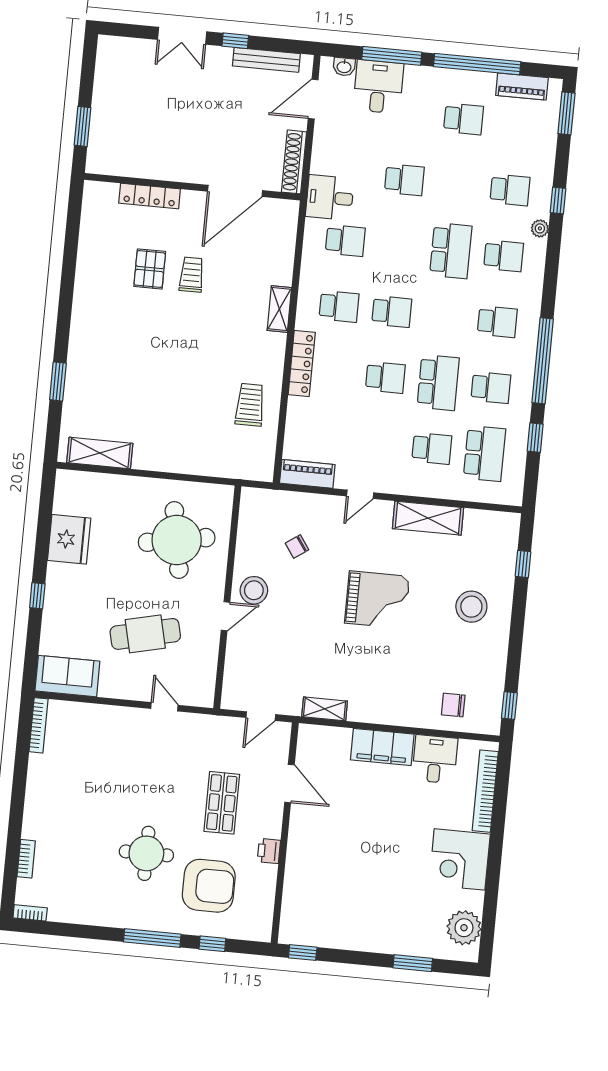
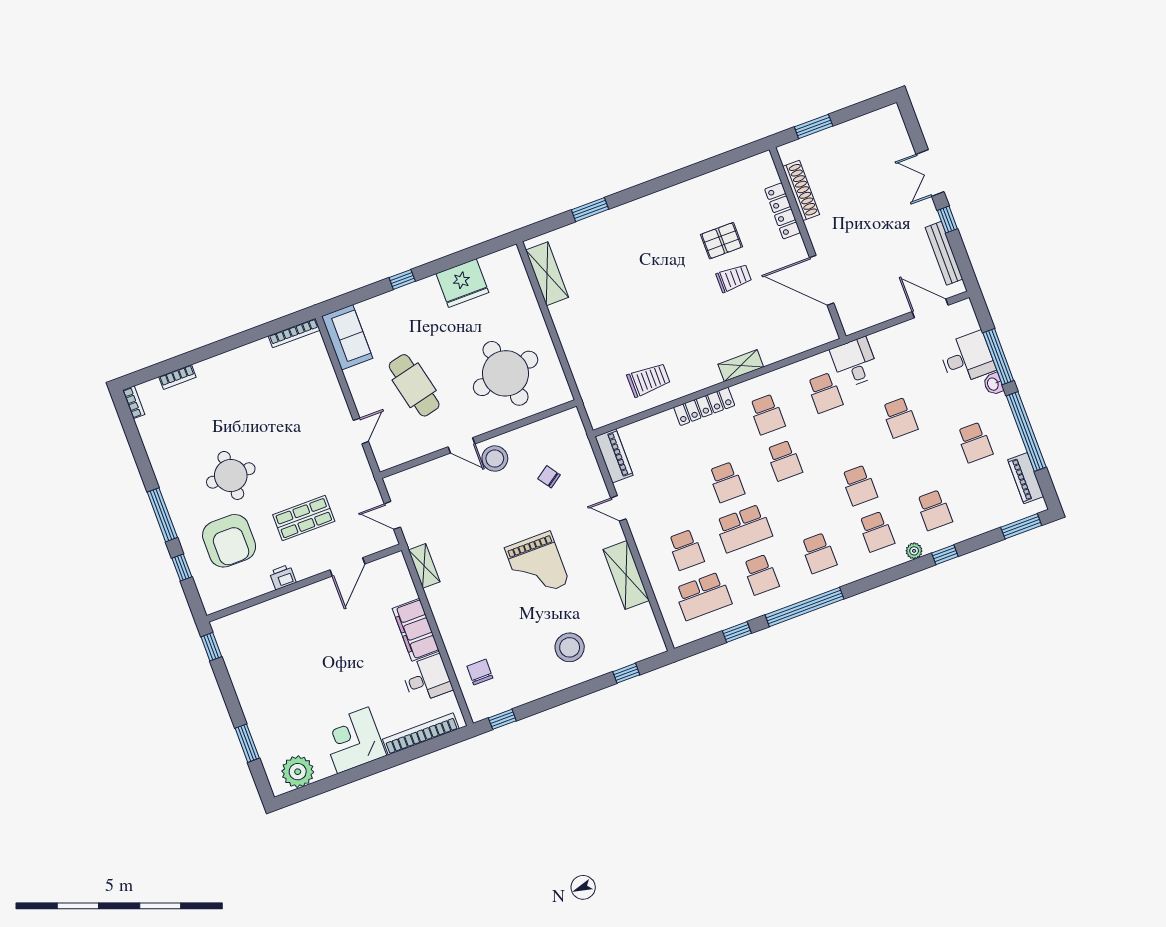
washbasin: (344, 67) -> (993, 384), moved
shoe rack: (294, 162) -> (801, 190), moved, turned 90
school desk: (451, 251) -> (859, 485), width x0.54

